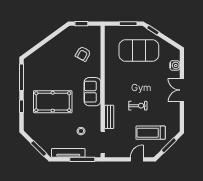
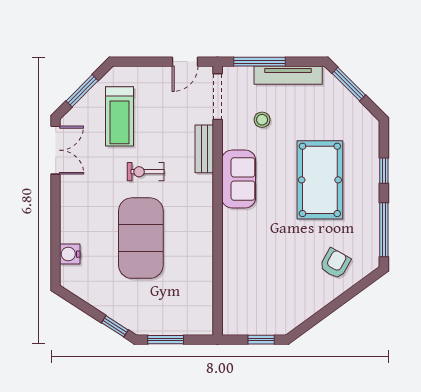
exercise mat: (139, 50) -> (141, 238), moved, turned 90
armchair: (83, 54) -> (335, 264), moved
double door: (182, 90) -> (56, 150), moved
sofa: (92, 92) -> (239, 179), moved
pool table: (53, 102) -> (320, 180), turned 90
treadmill: (151, 133) -> (120, 116), turned 90
door: (137, 159) -> (185, 62), moved

